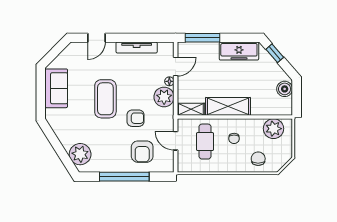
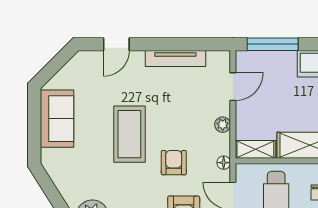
floor lamp: (169, 81) -> (224, 163), moved
plant: (164, 97) -> (223, 125), width x0.53, depth x0.53
armchair: (135, 118) -> (174, 163), turned -90

